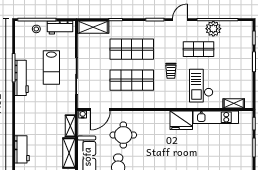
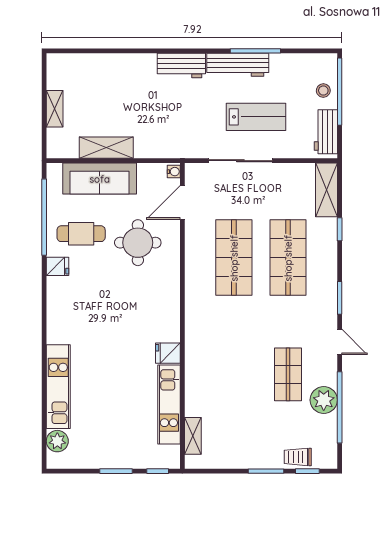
lab bench: (51, 67) -> (256, 117), turned 180
trolley: (171, 71) -> (298, 457), moved
checkout: (201, 86) -> (224, 379), removed
door: (100, 110) -> (182, 203), hinge flipped
fridge: (181, 120) -> (168, 353), width x0.53, depth x0.75
shelving: (70, 126) -> (154, 150), removed
workbench: (22, 149) -> (181, 66), moved

